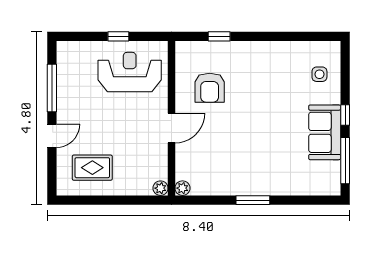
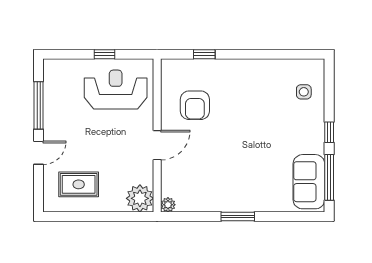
sofa: (325, 132) -> (309, 182), moved
plant: (160, 188) -> (140, 198), width x1.87, depth x1.87

